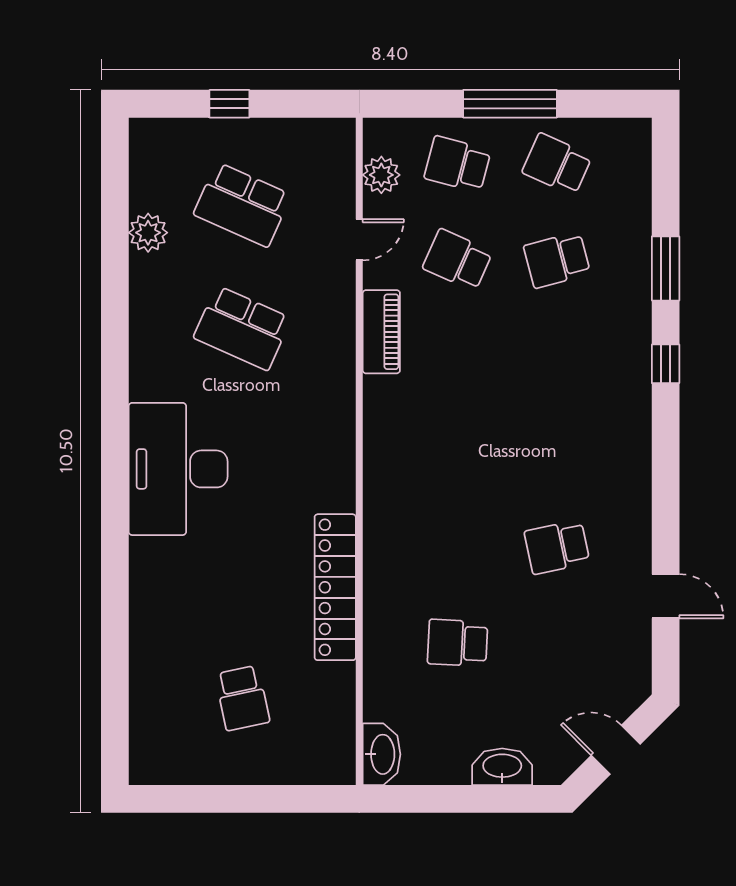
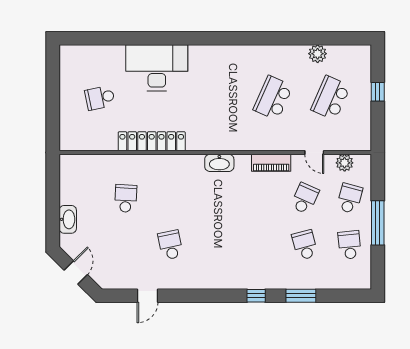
school desk: (557, 164) -> (350, 245), turned -30
desk: (178, 469) -> (157, 68), moved
washbasin: (382, 754) -> (219, 163), moved

